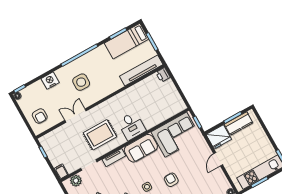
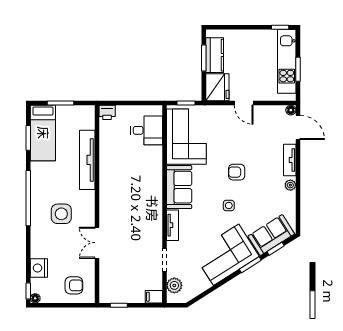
tv unit: (141, 70) -> (87, 160), moved
nightstand: (50, 81) -> (39, 268), moved
desk: (132, 126) -> (147, 130), moved
rug: (100, 135) -> (136, 226), removed

